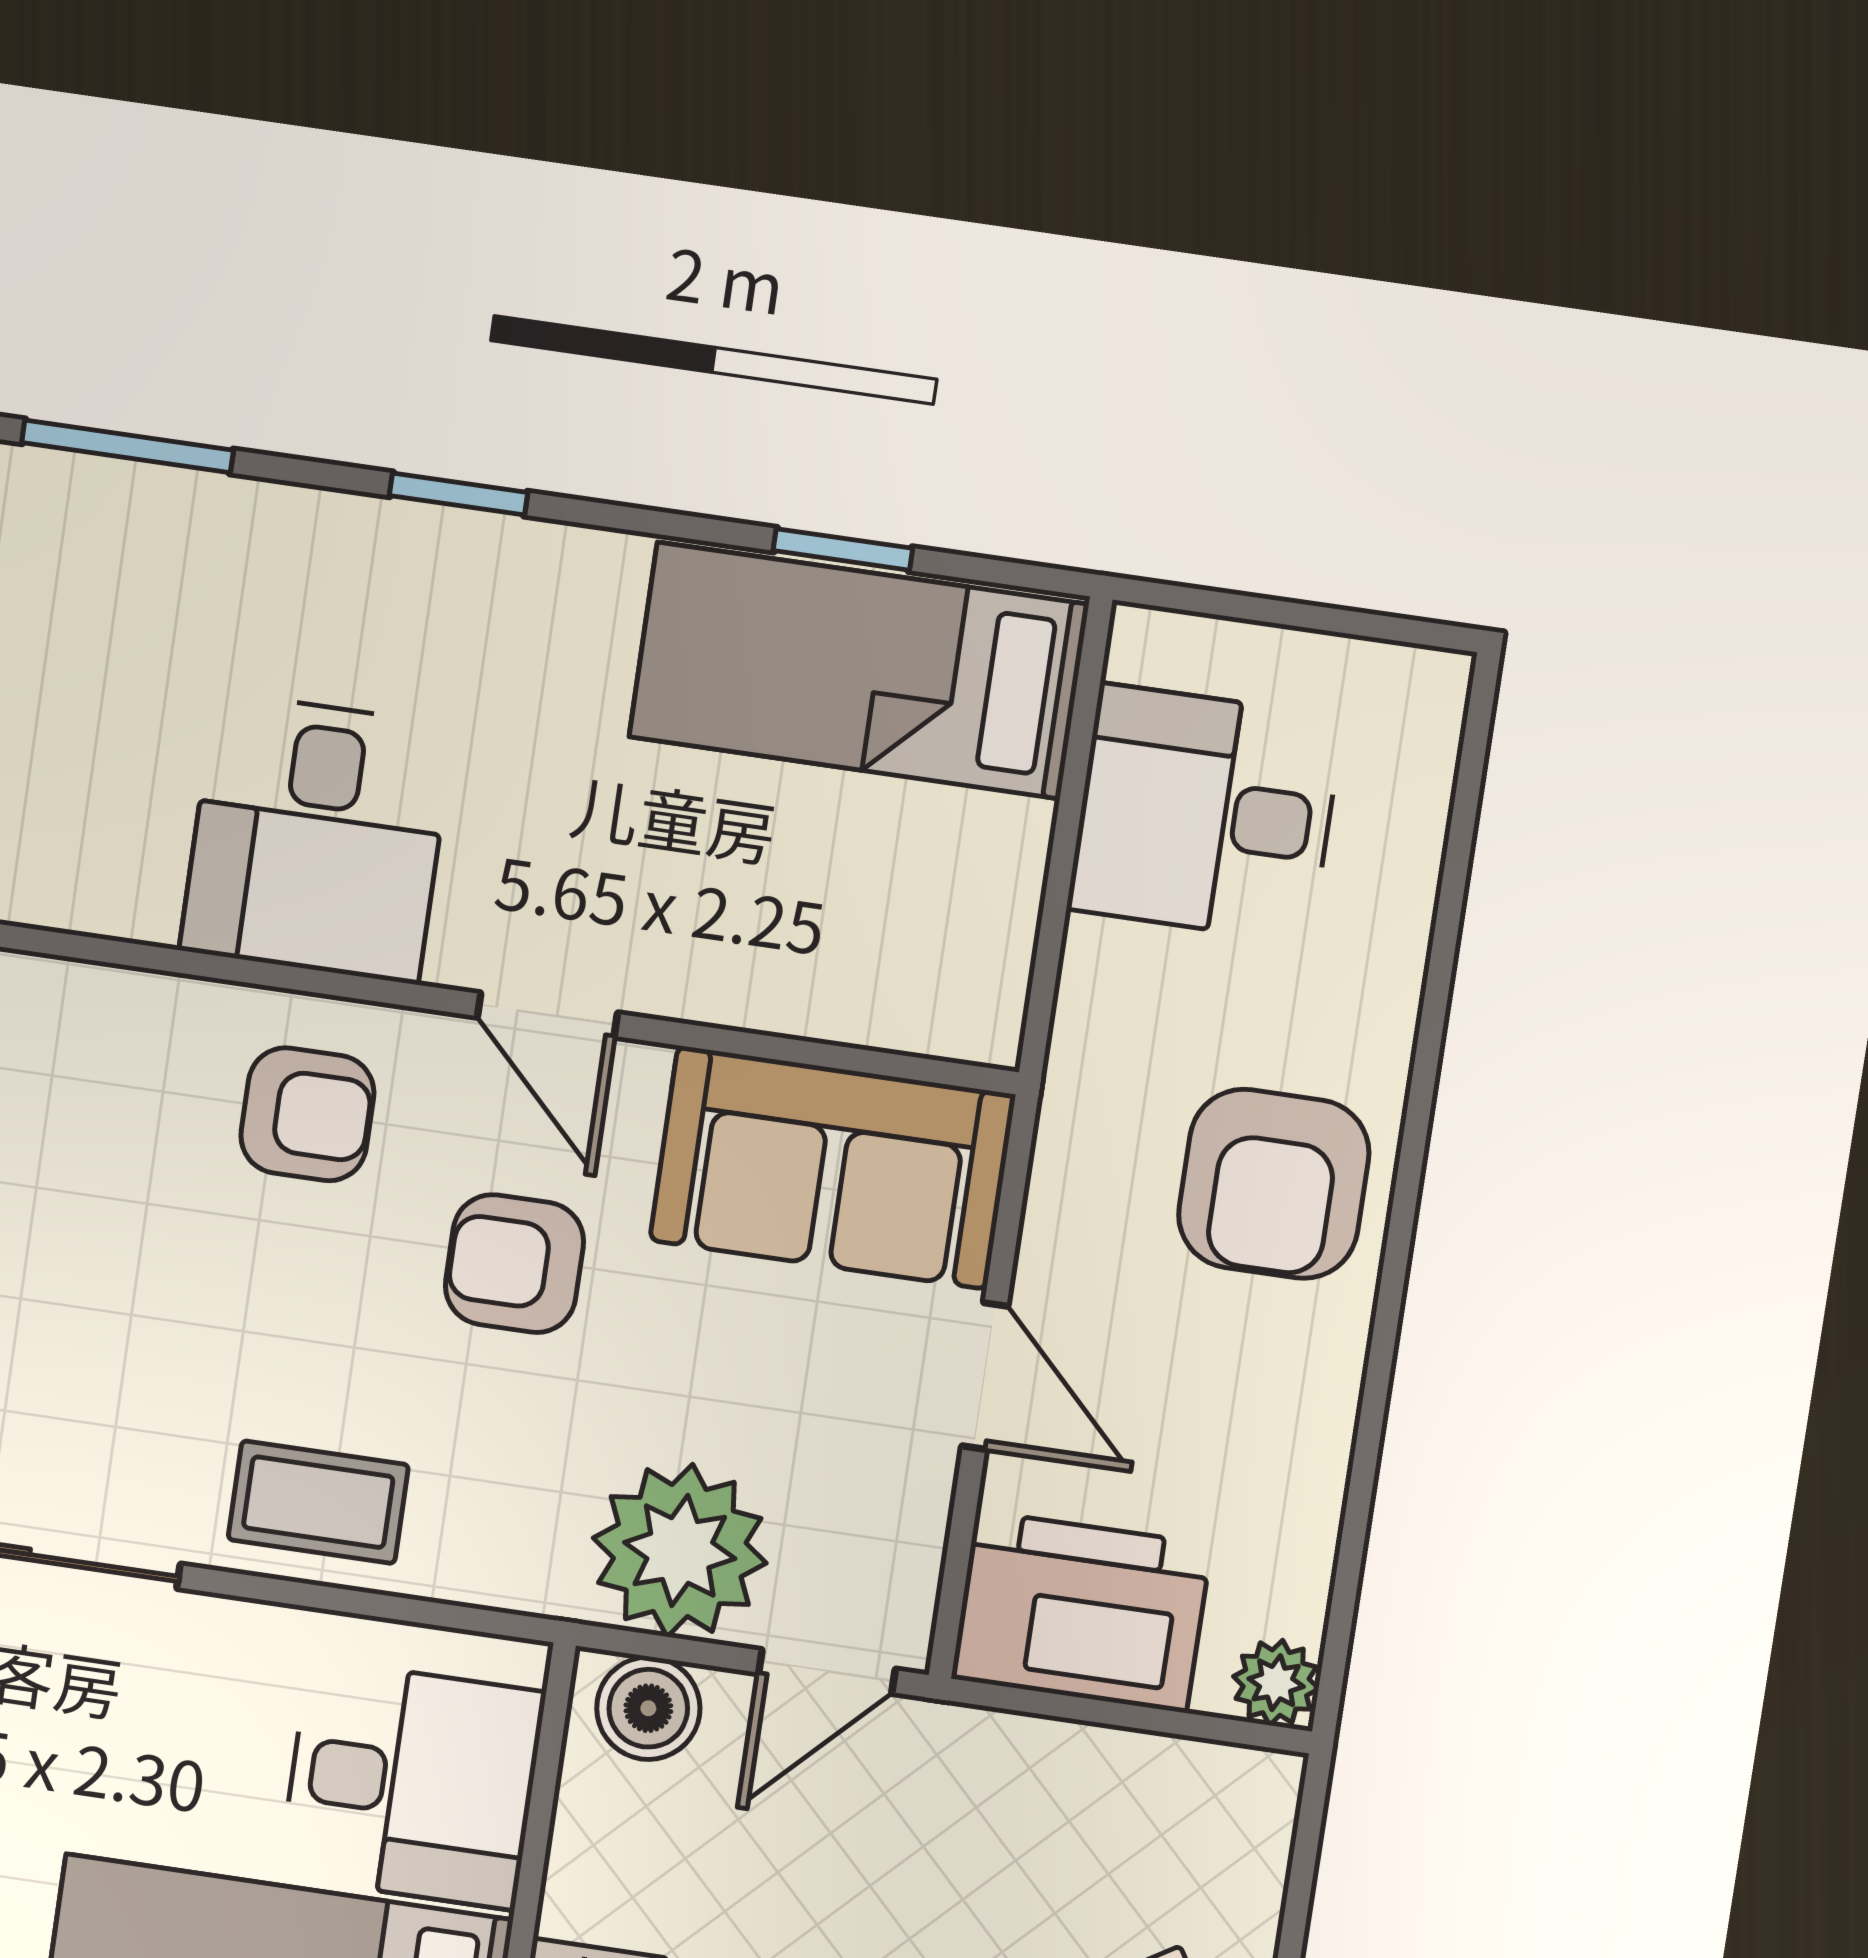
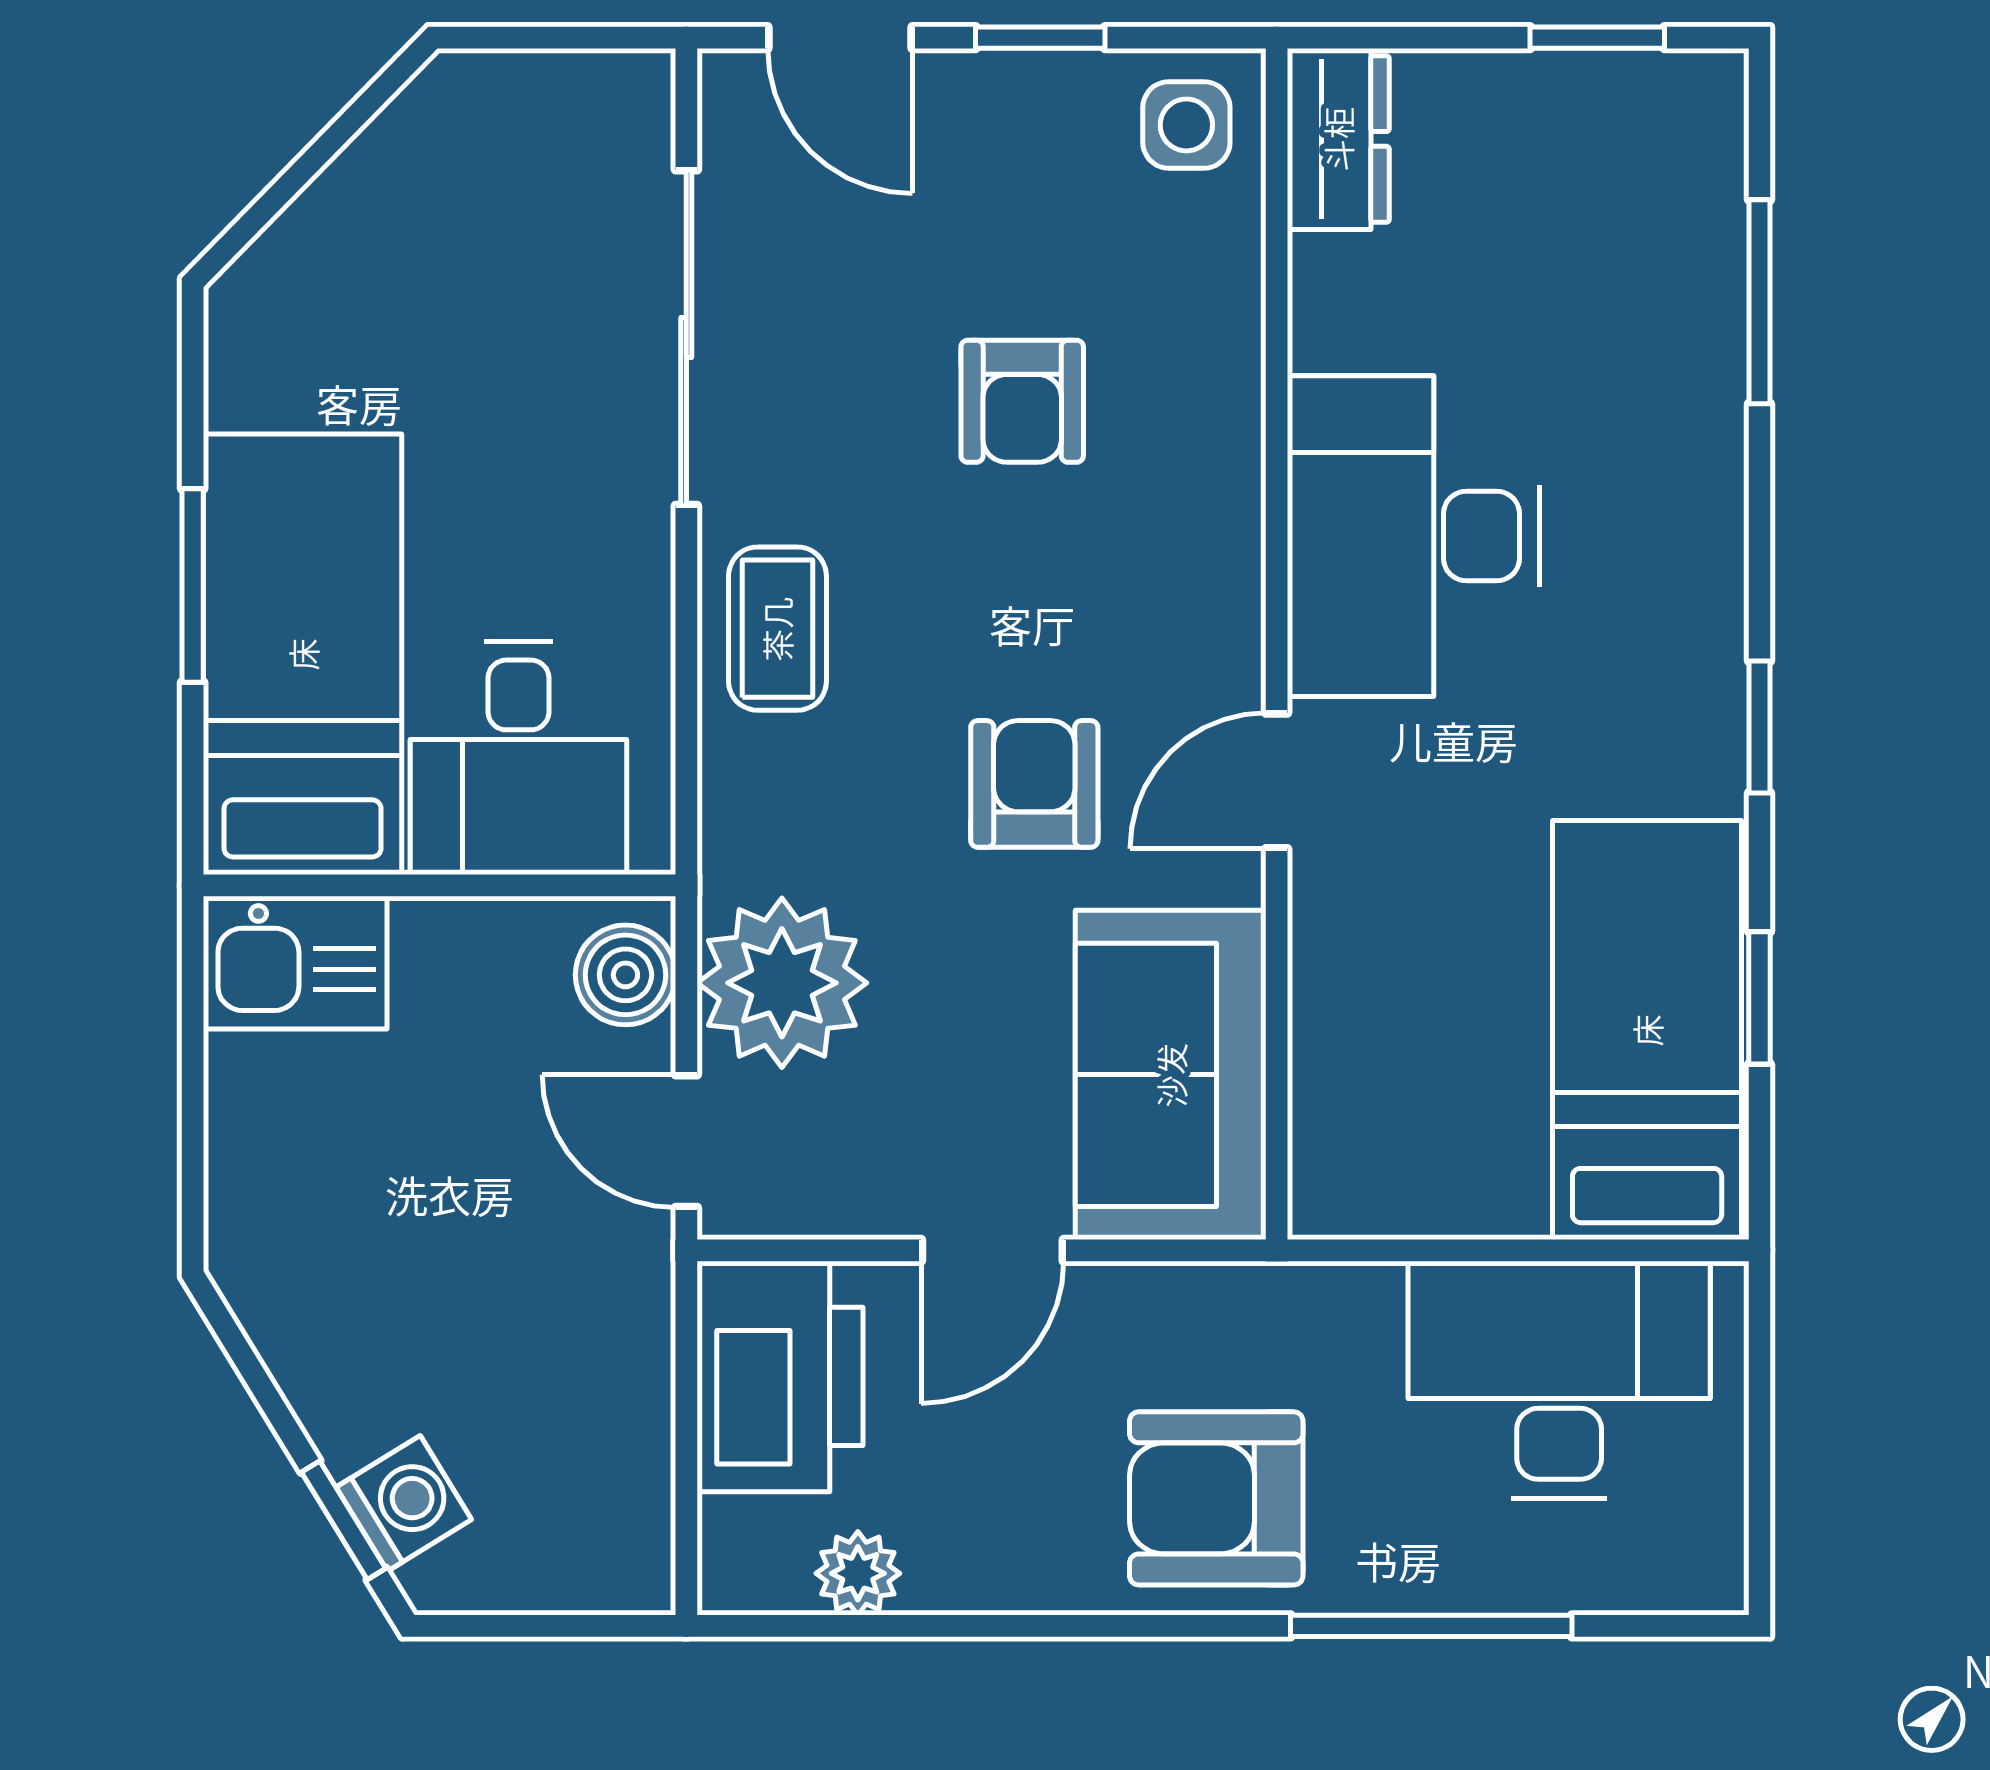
window: (458, 494) -> (1759, 727), moved
desk: (1205, 813) -> (1559, 1380), width x1.37
desk: (317, 838) -> (1413, 536), width x1.37
window: (1439, 982) -> (1431, 1626), added
armchair: (307, 1114) -> (1022, 401), moved
plant: (1276, 1683) -> (858, 1573), moved

